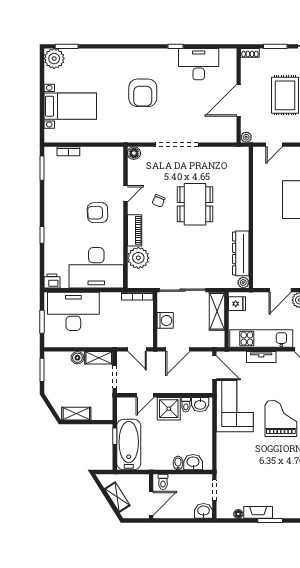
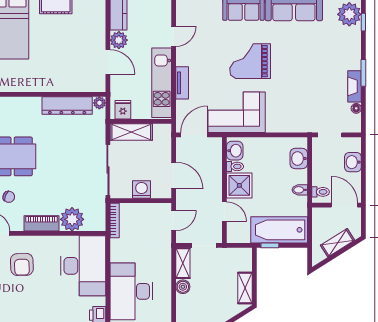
bidet: (178, 463) -> (300, 190), moved
washbasin: (204, 511) -> (353, 162), moved

